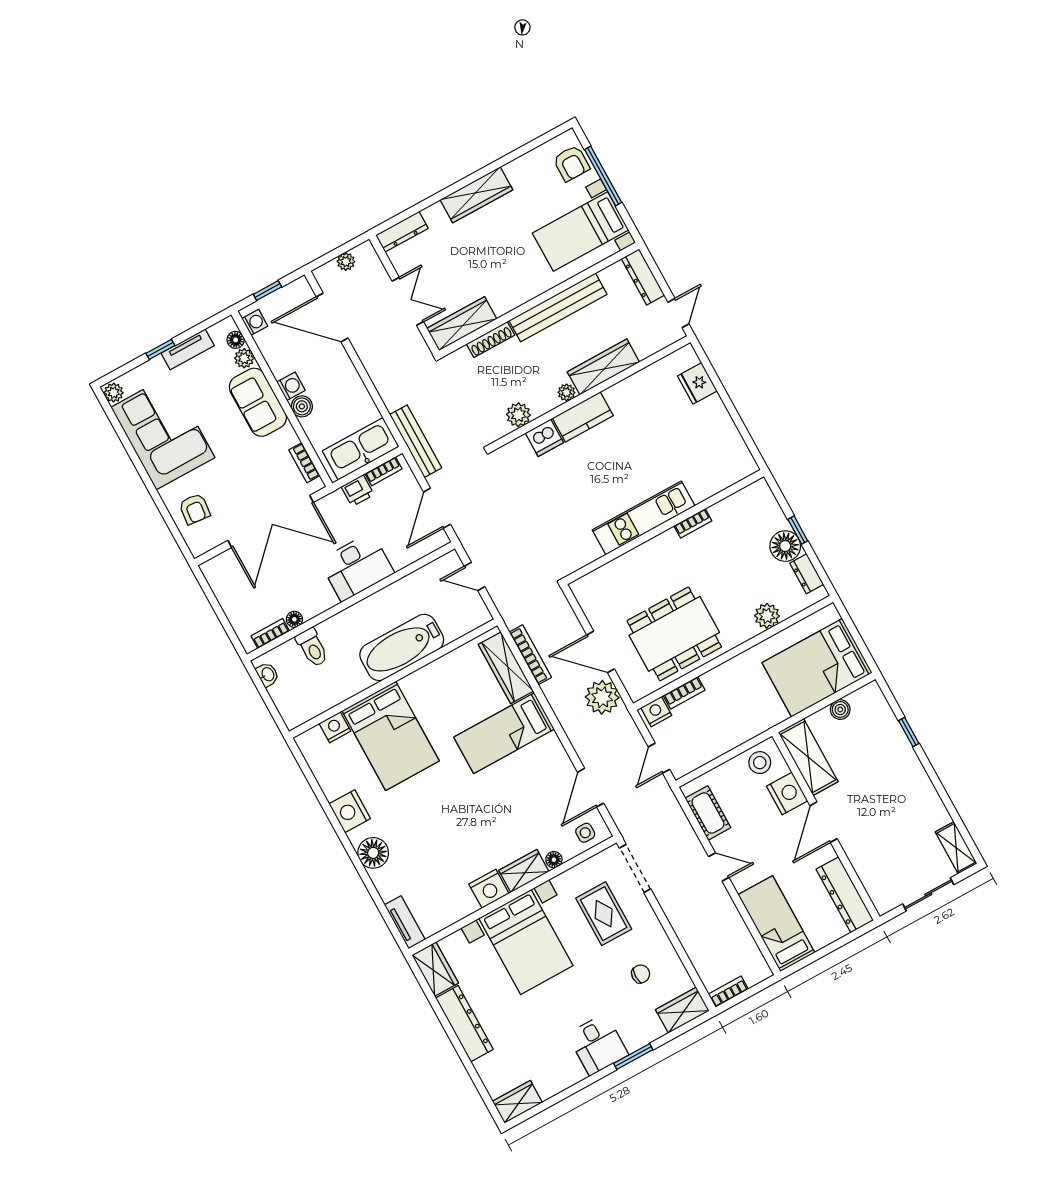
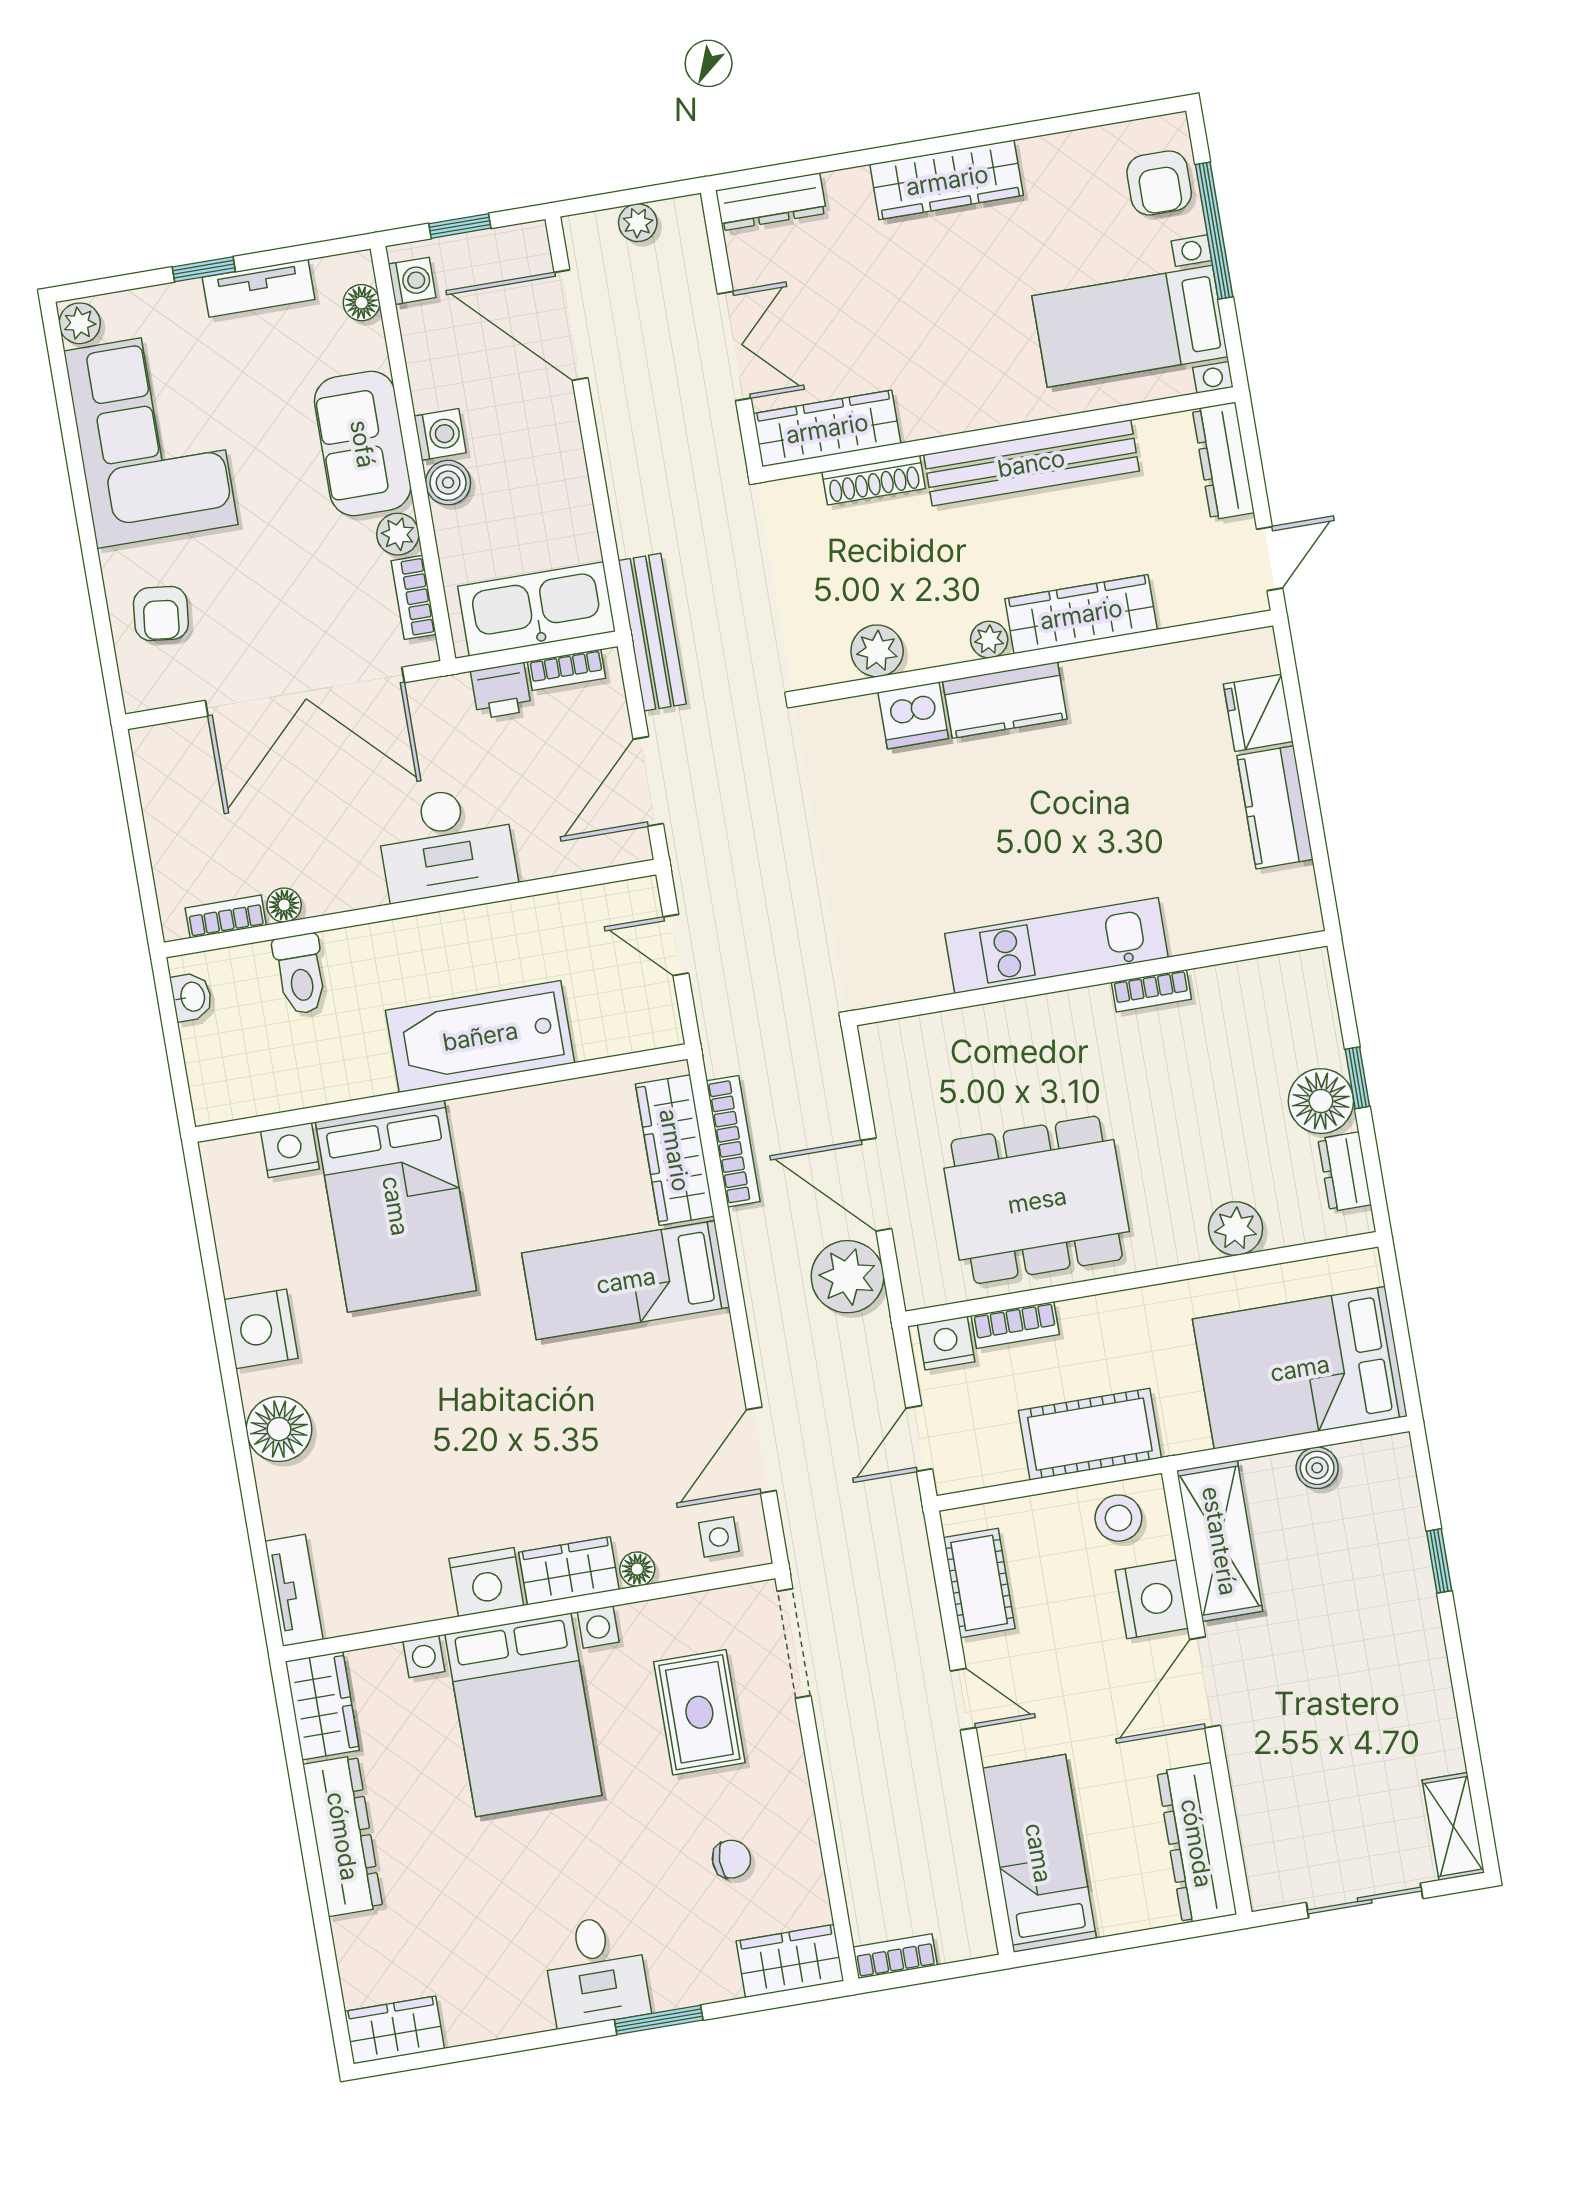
plant: (244, 358) -> (398, 534), moved
kitchen counter: (719, 423) -> (1275, 807), added
cot: (734, 730) -> (1090, 1434), added

